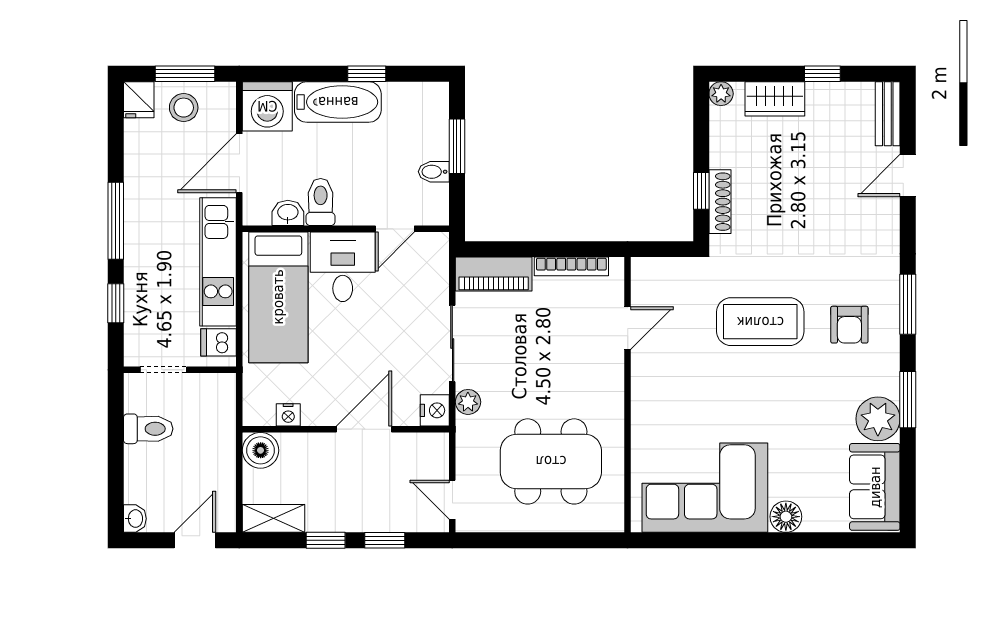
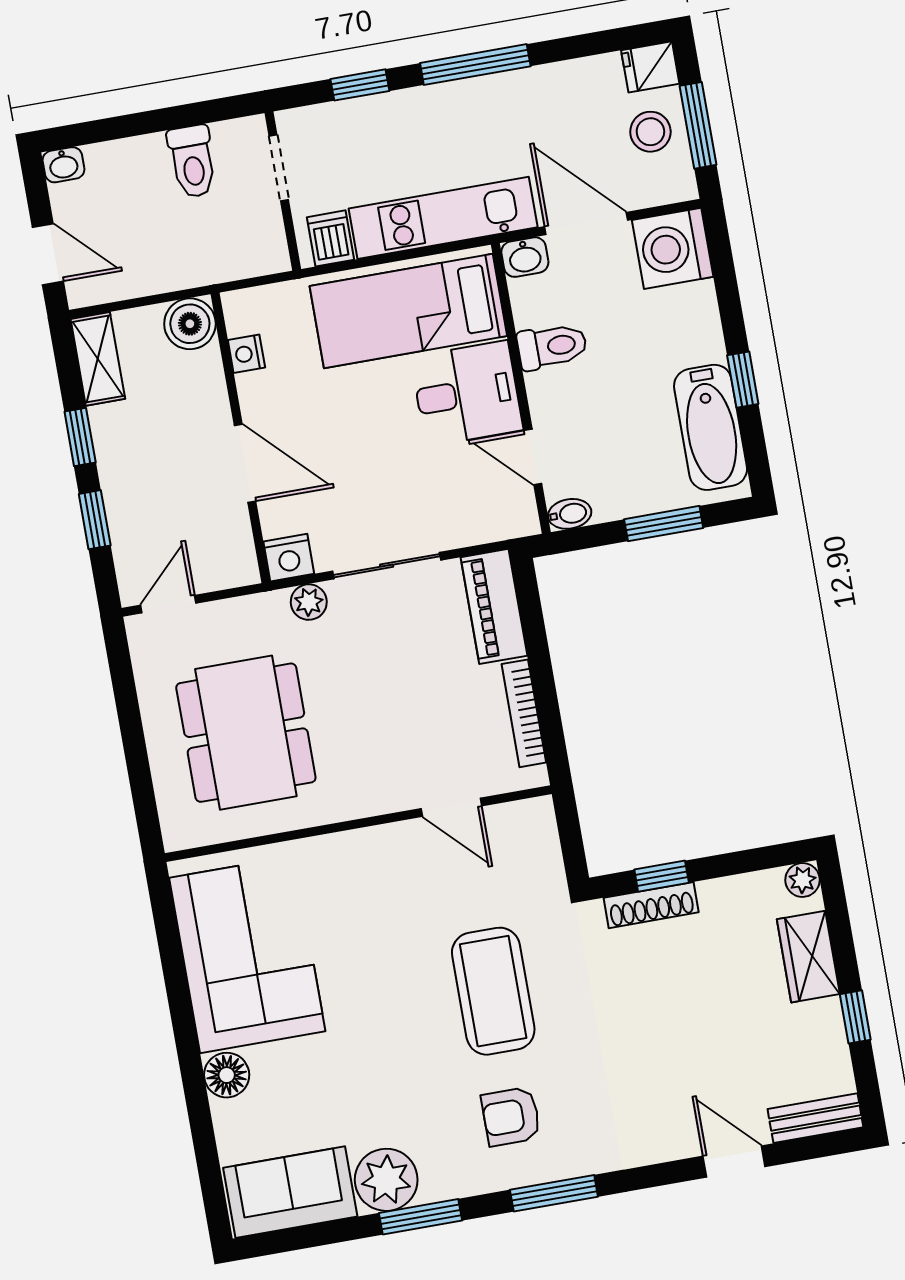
bathtub: (338, 102) -> (711, 427), moved
bidet: (434, 172) -> (570, 514), moved, turned 90
washbasin: (288, 213) -> (525, 257), moved, turned 90

